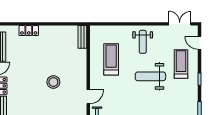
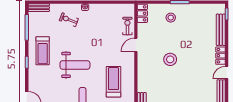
treadmill: (111, 59) -> (113, 82), turned 180
treadmill: (181, 64) -> (43, 51), moved

